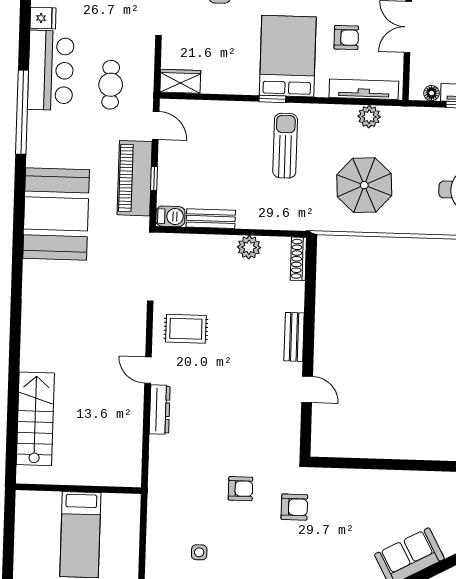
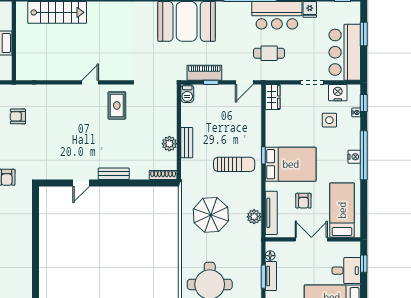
piano: (135, 178) -> (204, 73), width x0.73, depth x0.75
bench: (211, 219) -> (187, 143), moved
dresser: (160, 410) -> (65, 91), removed
armchair: (240, 489) -> (18, 116), moved, turned 90

